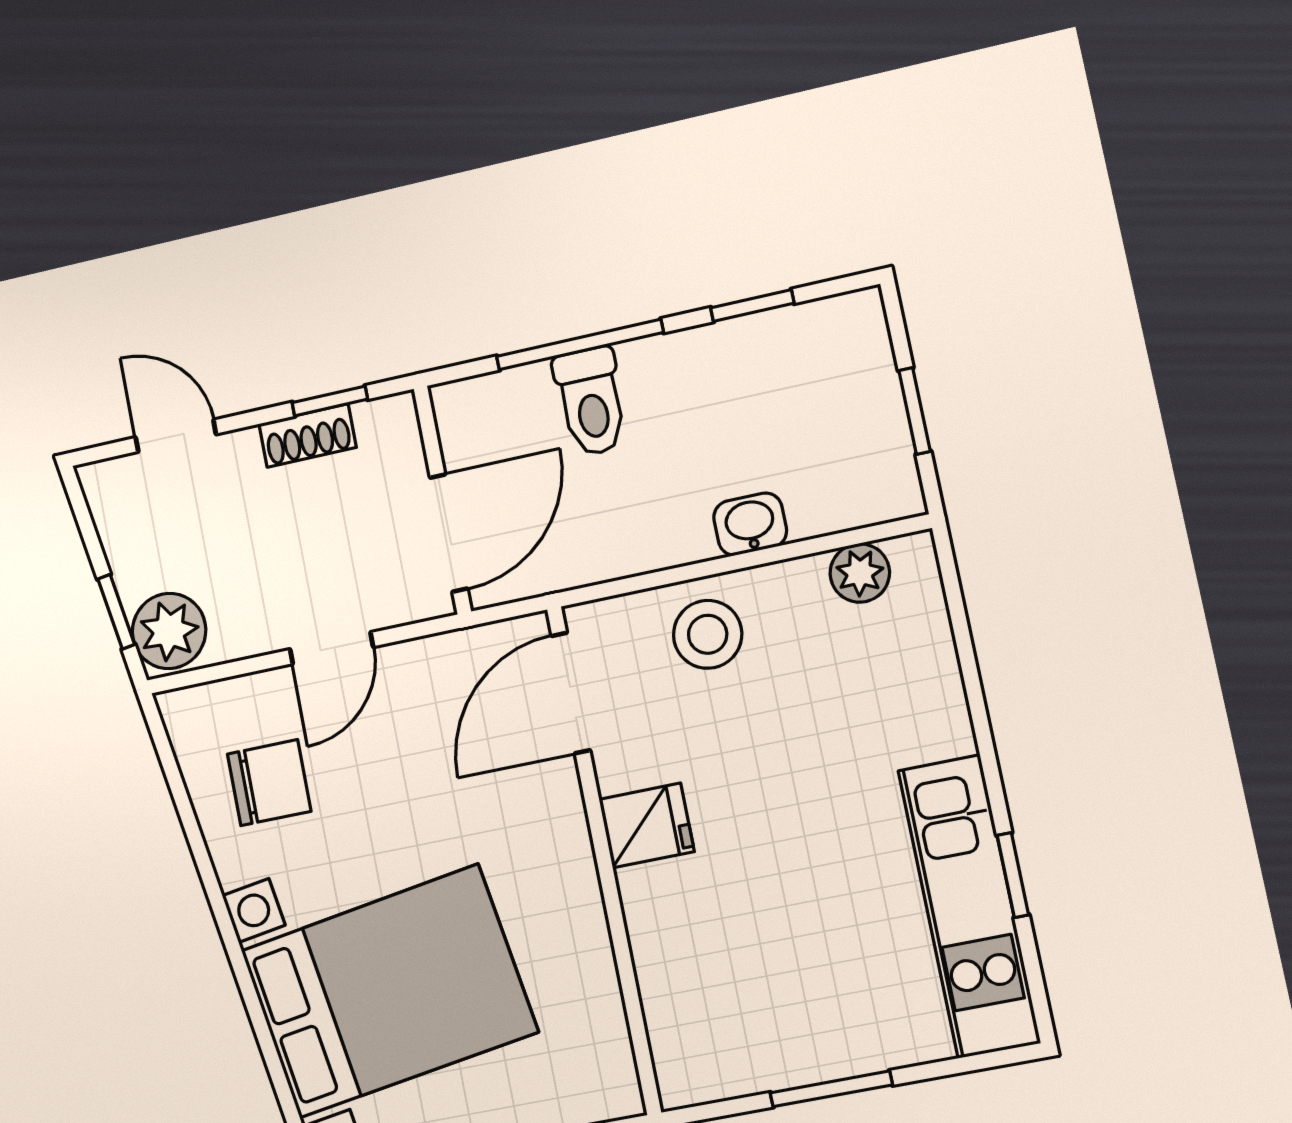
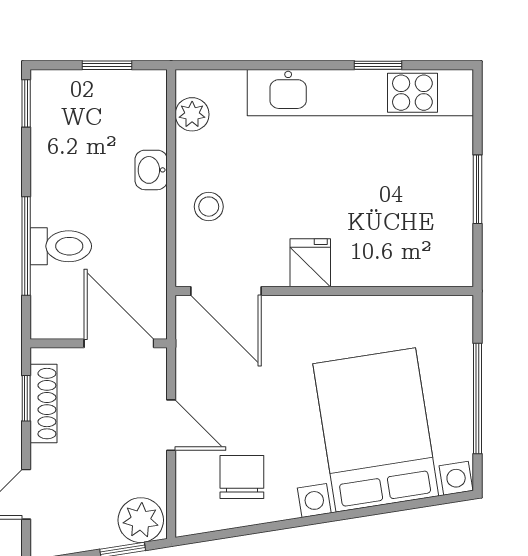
window: (752, 305) -> (26, 103), moved
shoe rack: (308, 436) -> (43, 404), width x1.43
stool: (708, 634) -> (209, 207), width x0.73, depth x0.73
kitchen unit: (969, 906) -> (360, 93), width x1.36

